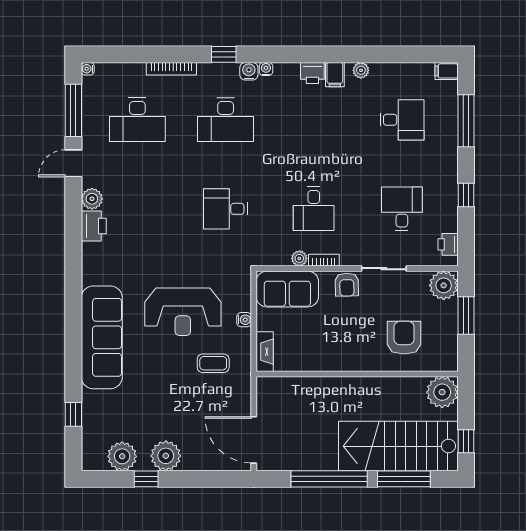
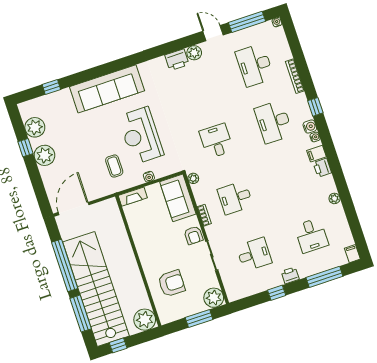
filing cabinet: (335, 75) -> (316, 154), moved
printer: (448, 244) -> (290, 275), moved
plant: (299, 258) -> (193, 178), moved
armchair: (347, 285) -> (193, 235), turned -89
stairs: (398, 446) -> (96, 289), width x1.36

